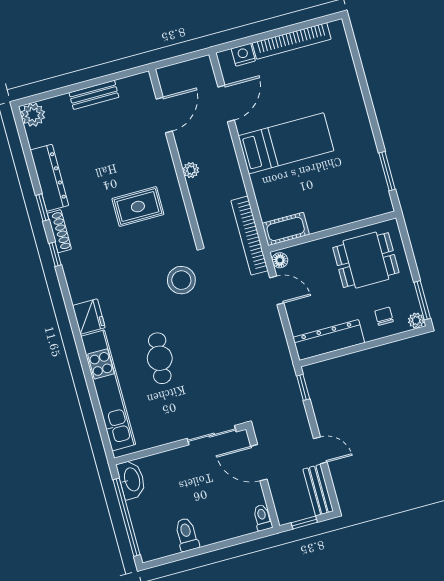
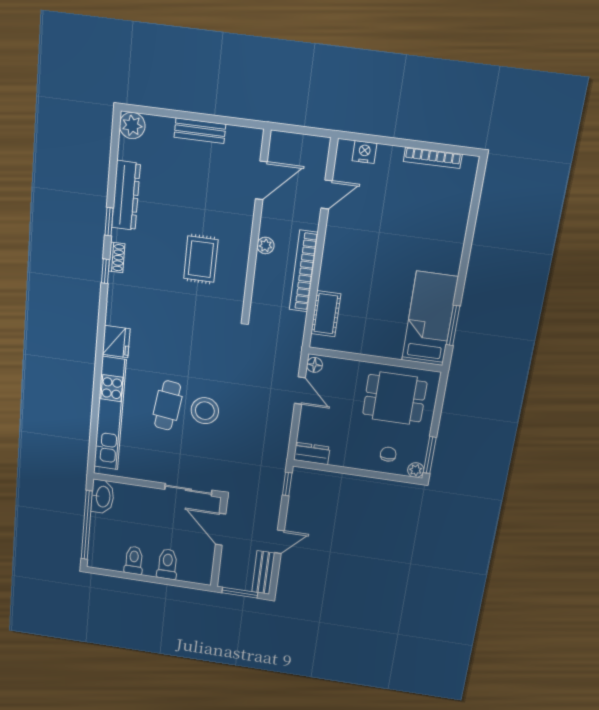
bookcase: (292, 41) -> (433, 158), width x0.68, depth x0.76
door: (226, 104) -> (327, 194), width x0.73
bed: (286, 143) -> (430, 319), moved, turned -90
rug: (138, 207) -> (201, 259), turned 90
cot: (286, 229) -> (326, 314), moved, turned 90
shoe rack: (59, 231) -> (117, 257), width x0.70
bookcase: (250, 236) -> (304, 271), moved
stool: (181, 280) -> (205, 411), moved
dresser: (329, 340) -> (312, 453), width x0.51, depth x0.80
door: (320, 450) -> (279, 542), hinge flipped
toilet: (262, 518) -> (167, 564), moved, width x1.37, depth x1.39
window: (304, 522) -> (240, 593), width x1.50

